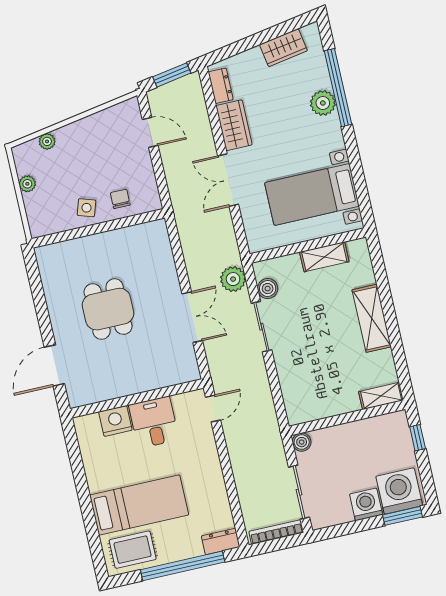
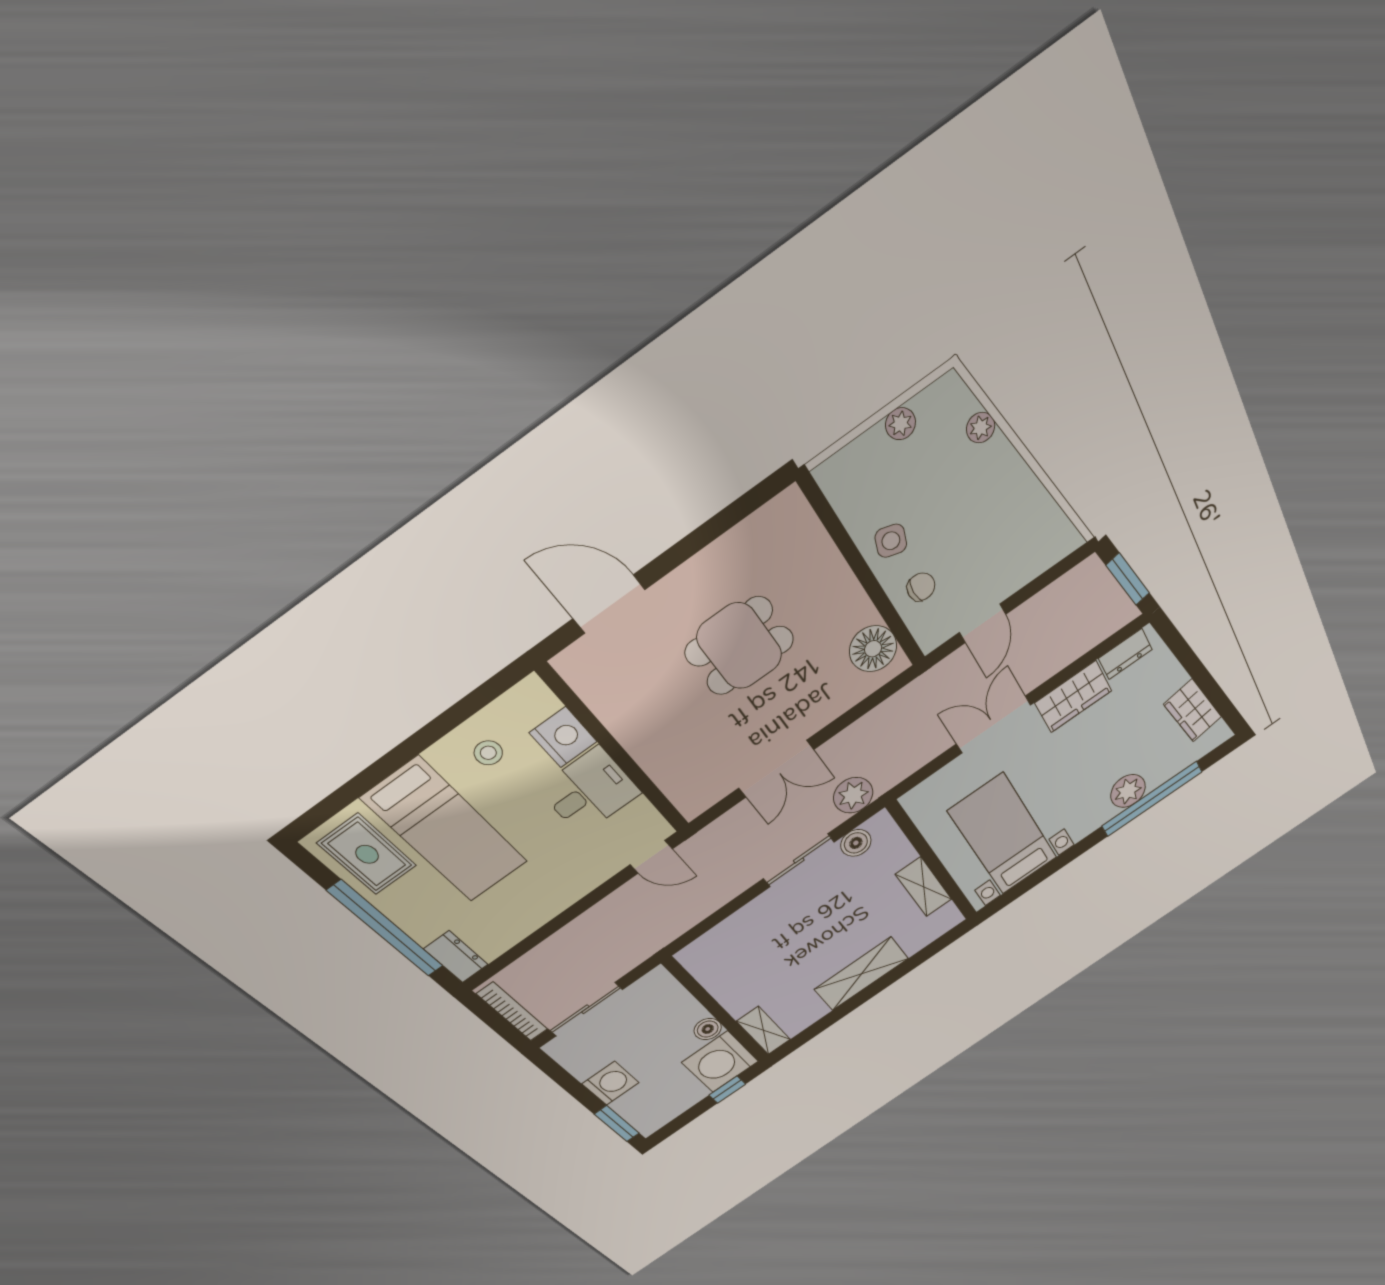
door: (150, 132) -> (983, 623), moved
floor lamp: (144, 237) -> (873, 649), added
boiler: (302, 442) -> (708, 1029), moved
stool: (105, 462) -> (488, 753), added
washing machine: (399, 491) -> (720, 1062), moved, turned 180

